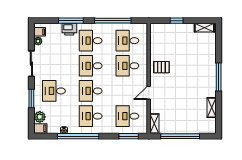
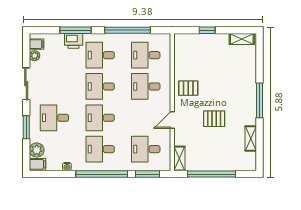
pallet: (182, 92) -> (214, 119), added
window: (78, 136) -> (102, 174), moved

